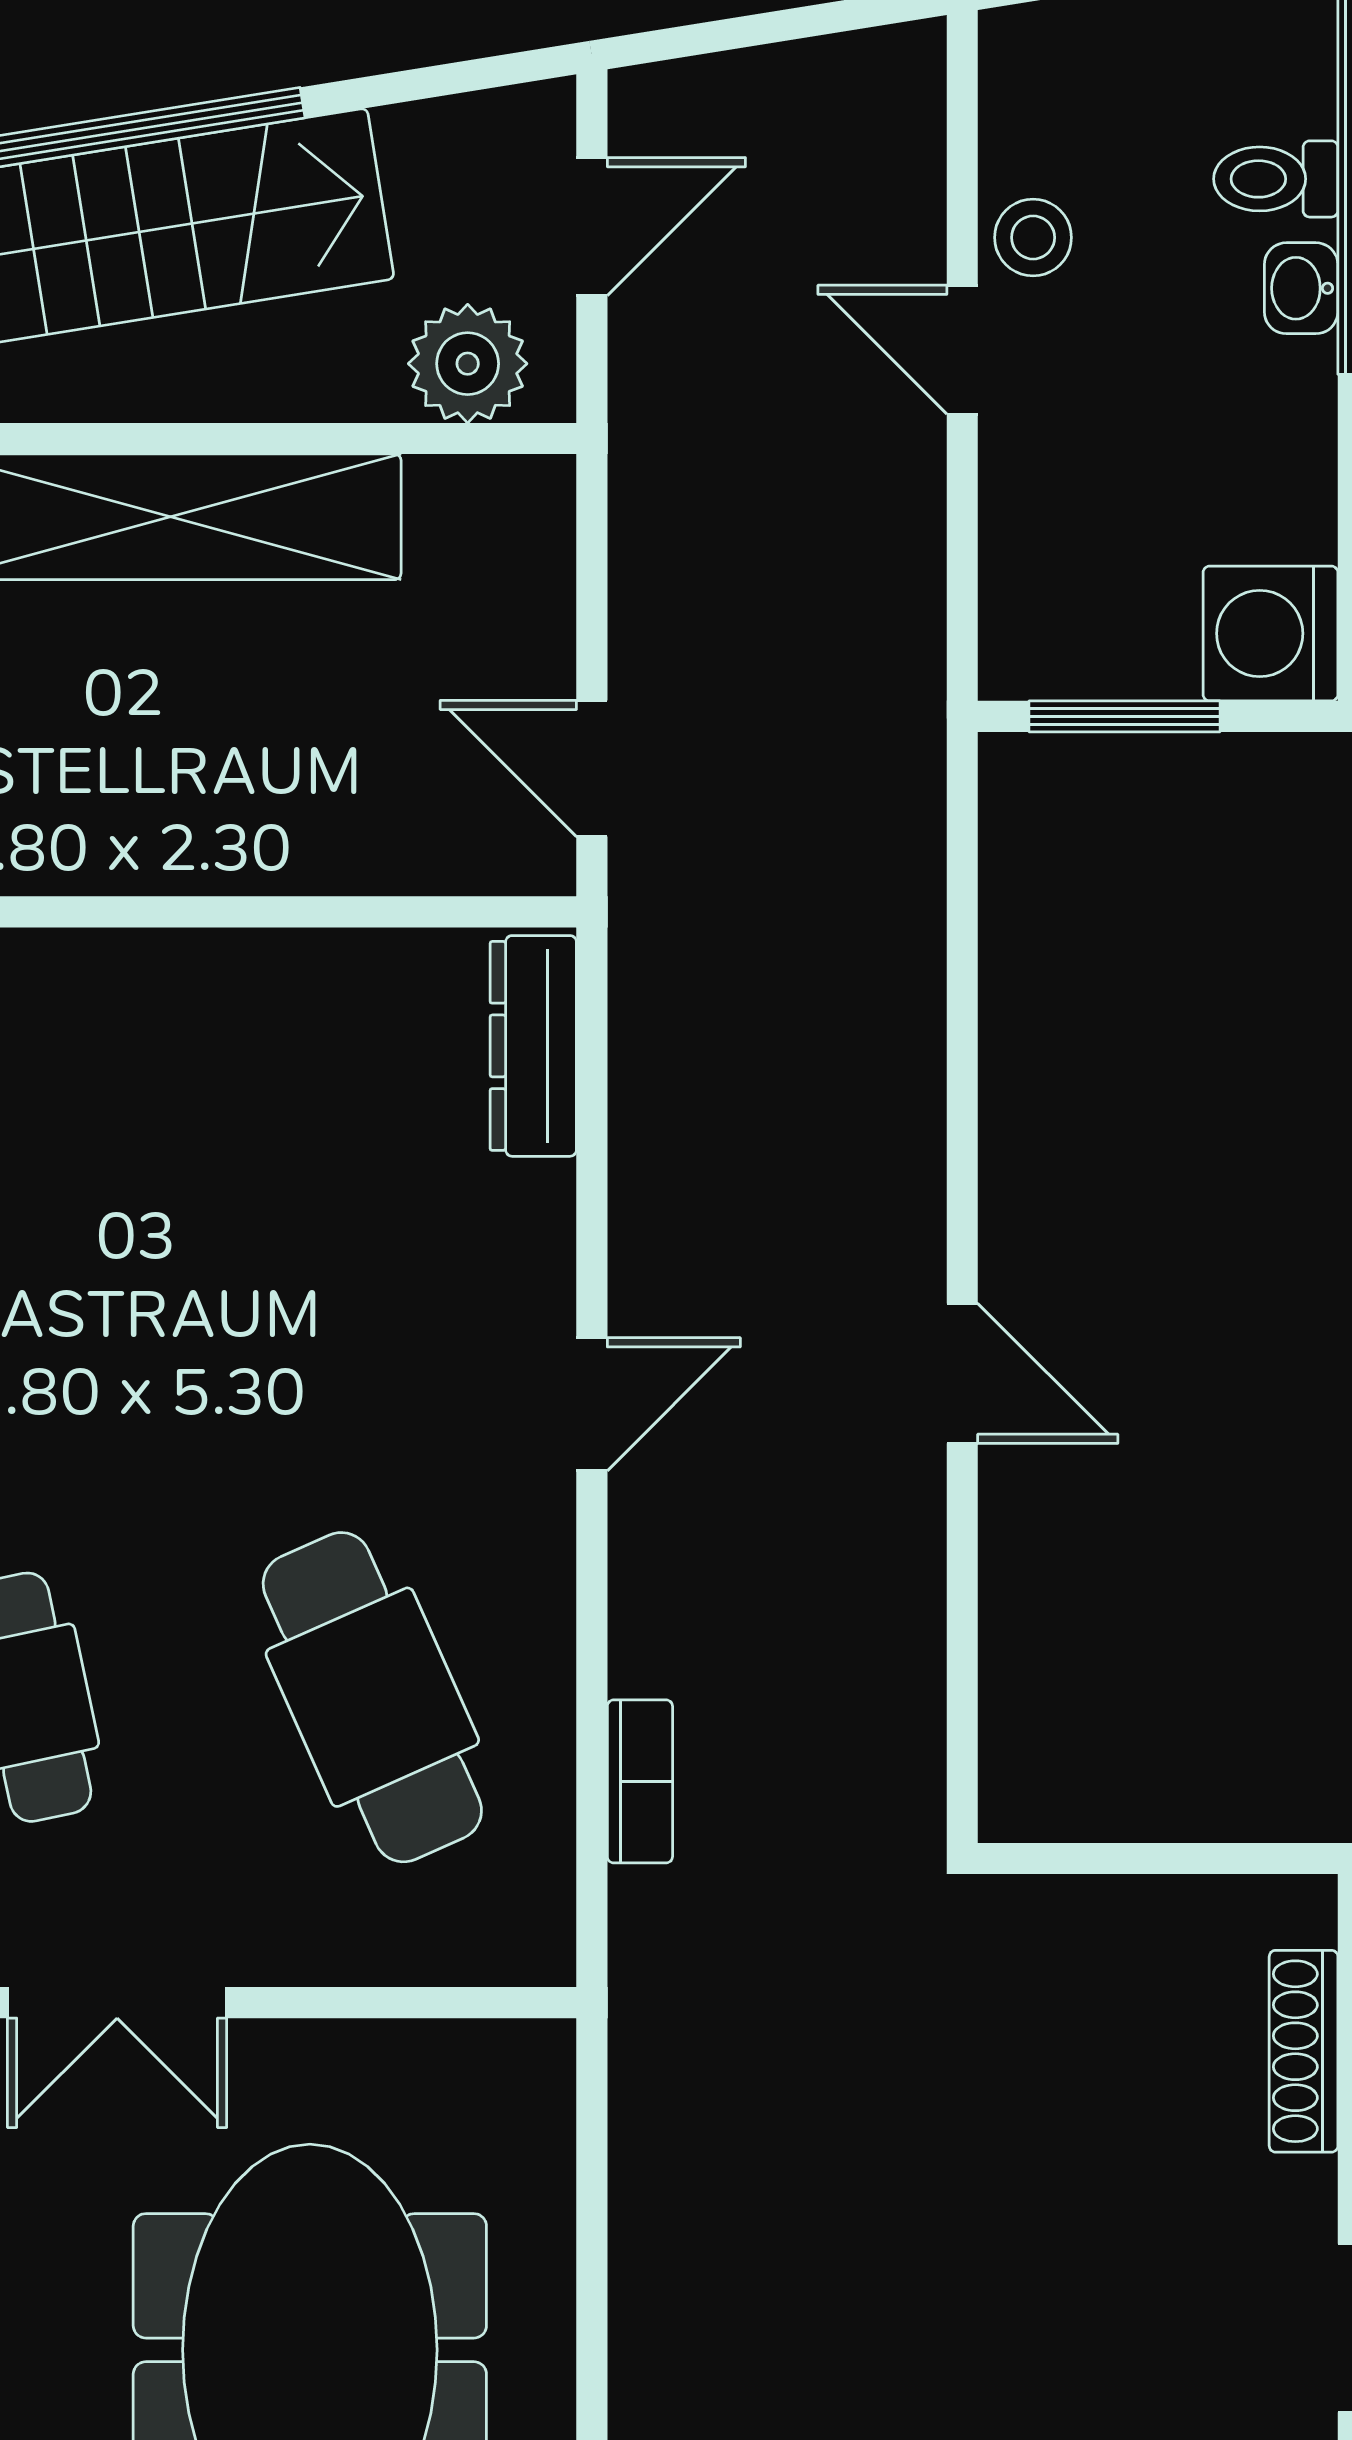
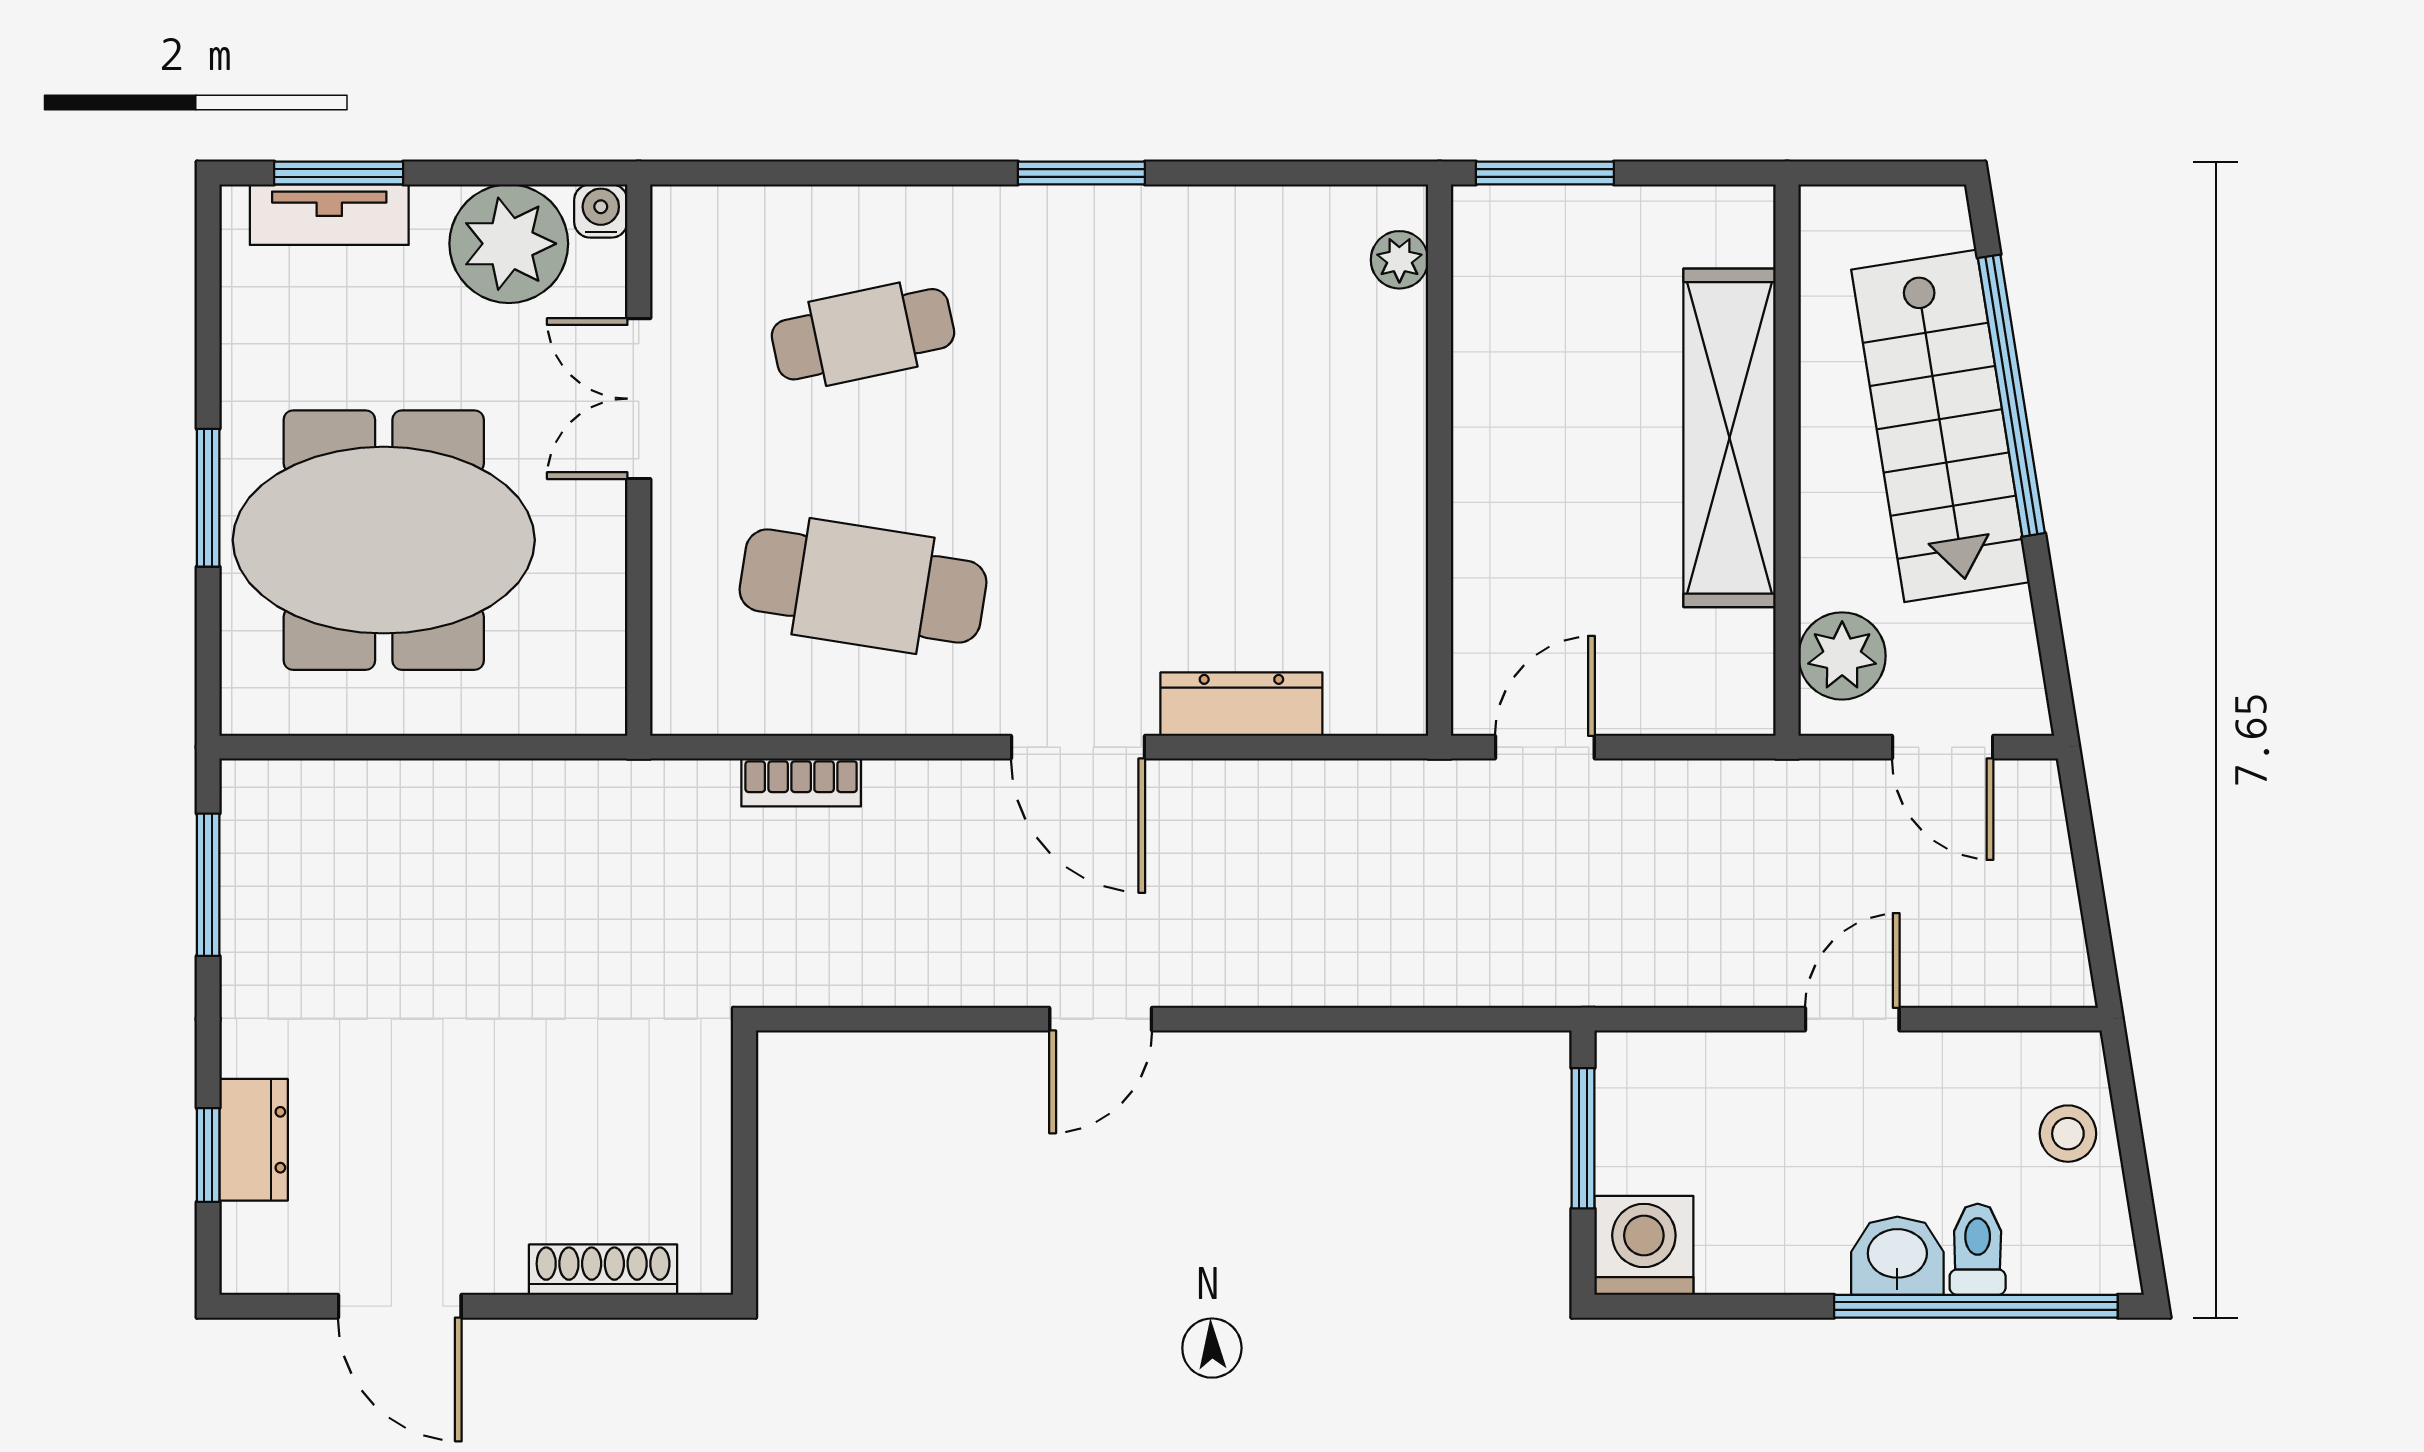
stool: (1033, 238) -> (2068, 1134), moved
washbasin: (1301, 288) -> (1897, 1256), width x1.38, depth x1.45
dresser: (533, 1046) -> (1241, 704), moved
door: (592, 1404) -> (1078, 747), width x1.38
cafe table: (372, 1697) -> (863, 586), turned 33

